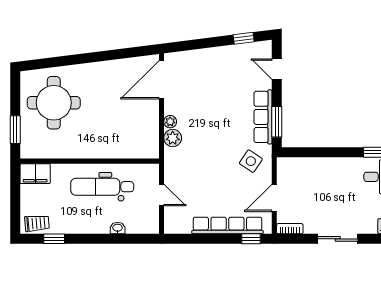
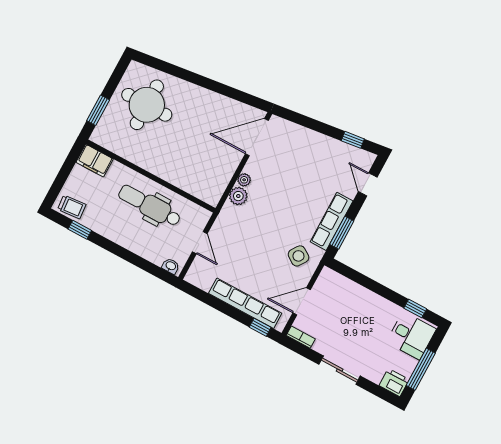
washbasin: (118, 228) -> (171, 266), moved

